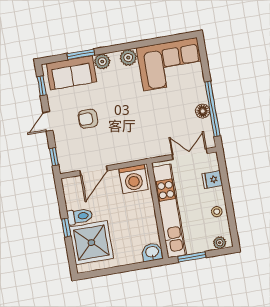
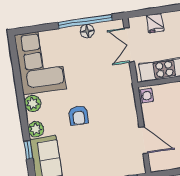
window: (81, 54) -> (28, 150), width x0.67
armchair: (88, 119) -> (79, 115), moved
washing machine: (133, 179) -> (146, 96), width x0.53, depth x0.53

